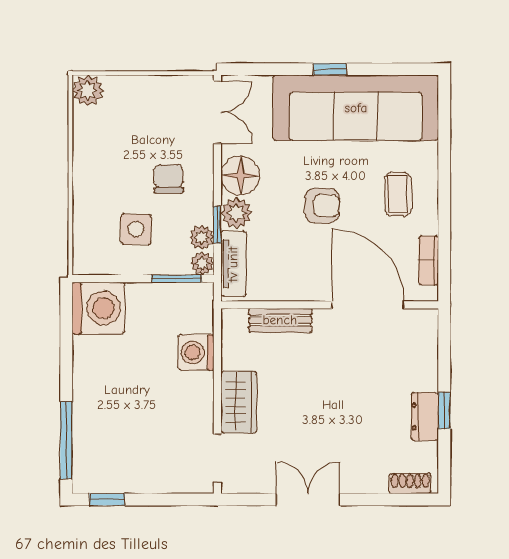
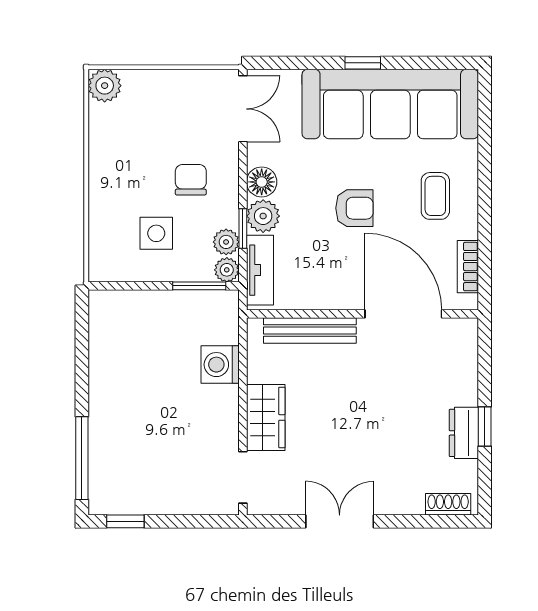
floor lamp: (240, 176) -> (262, 182), width x0.73, depth x0.73
washing machine: (98, 308) -> (116, 317), removed
bench: (280, 320) -> (310, 331), width x1.36

